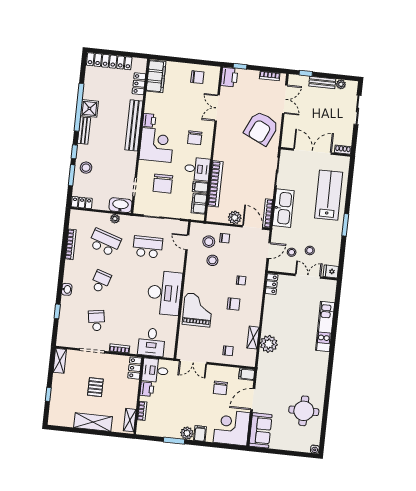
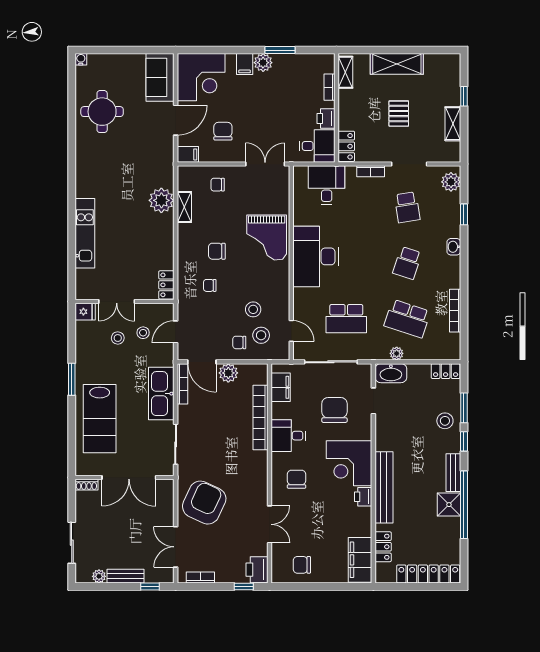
filing cabinet: (200, 187) -> (281, 411), removed
plant: (64, 335) -> (451, 182), added
shelving: (60, 361) -> (453, 124), moved

